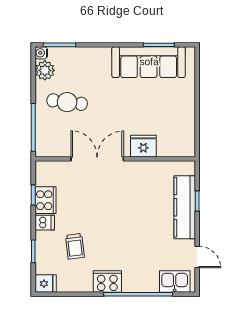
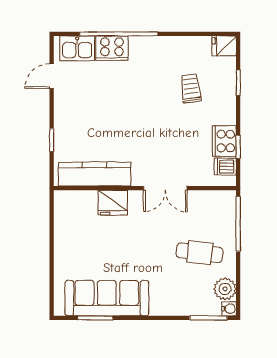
double door: (97, 159) -> (165, 188), width x0.73
kitchen counter: (185, 207) -> (95, 174), moved, turned -90
dishwasher: (45, 223) -> (225, 167), moved
door: (197, 257) -> (52, 76), hinge flipped
cooker: (107, 282) -> (112, 48), moved

